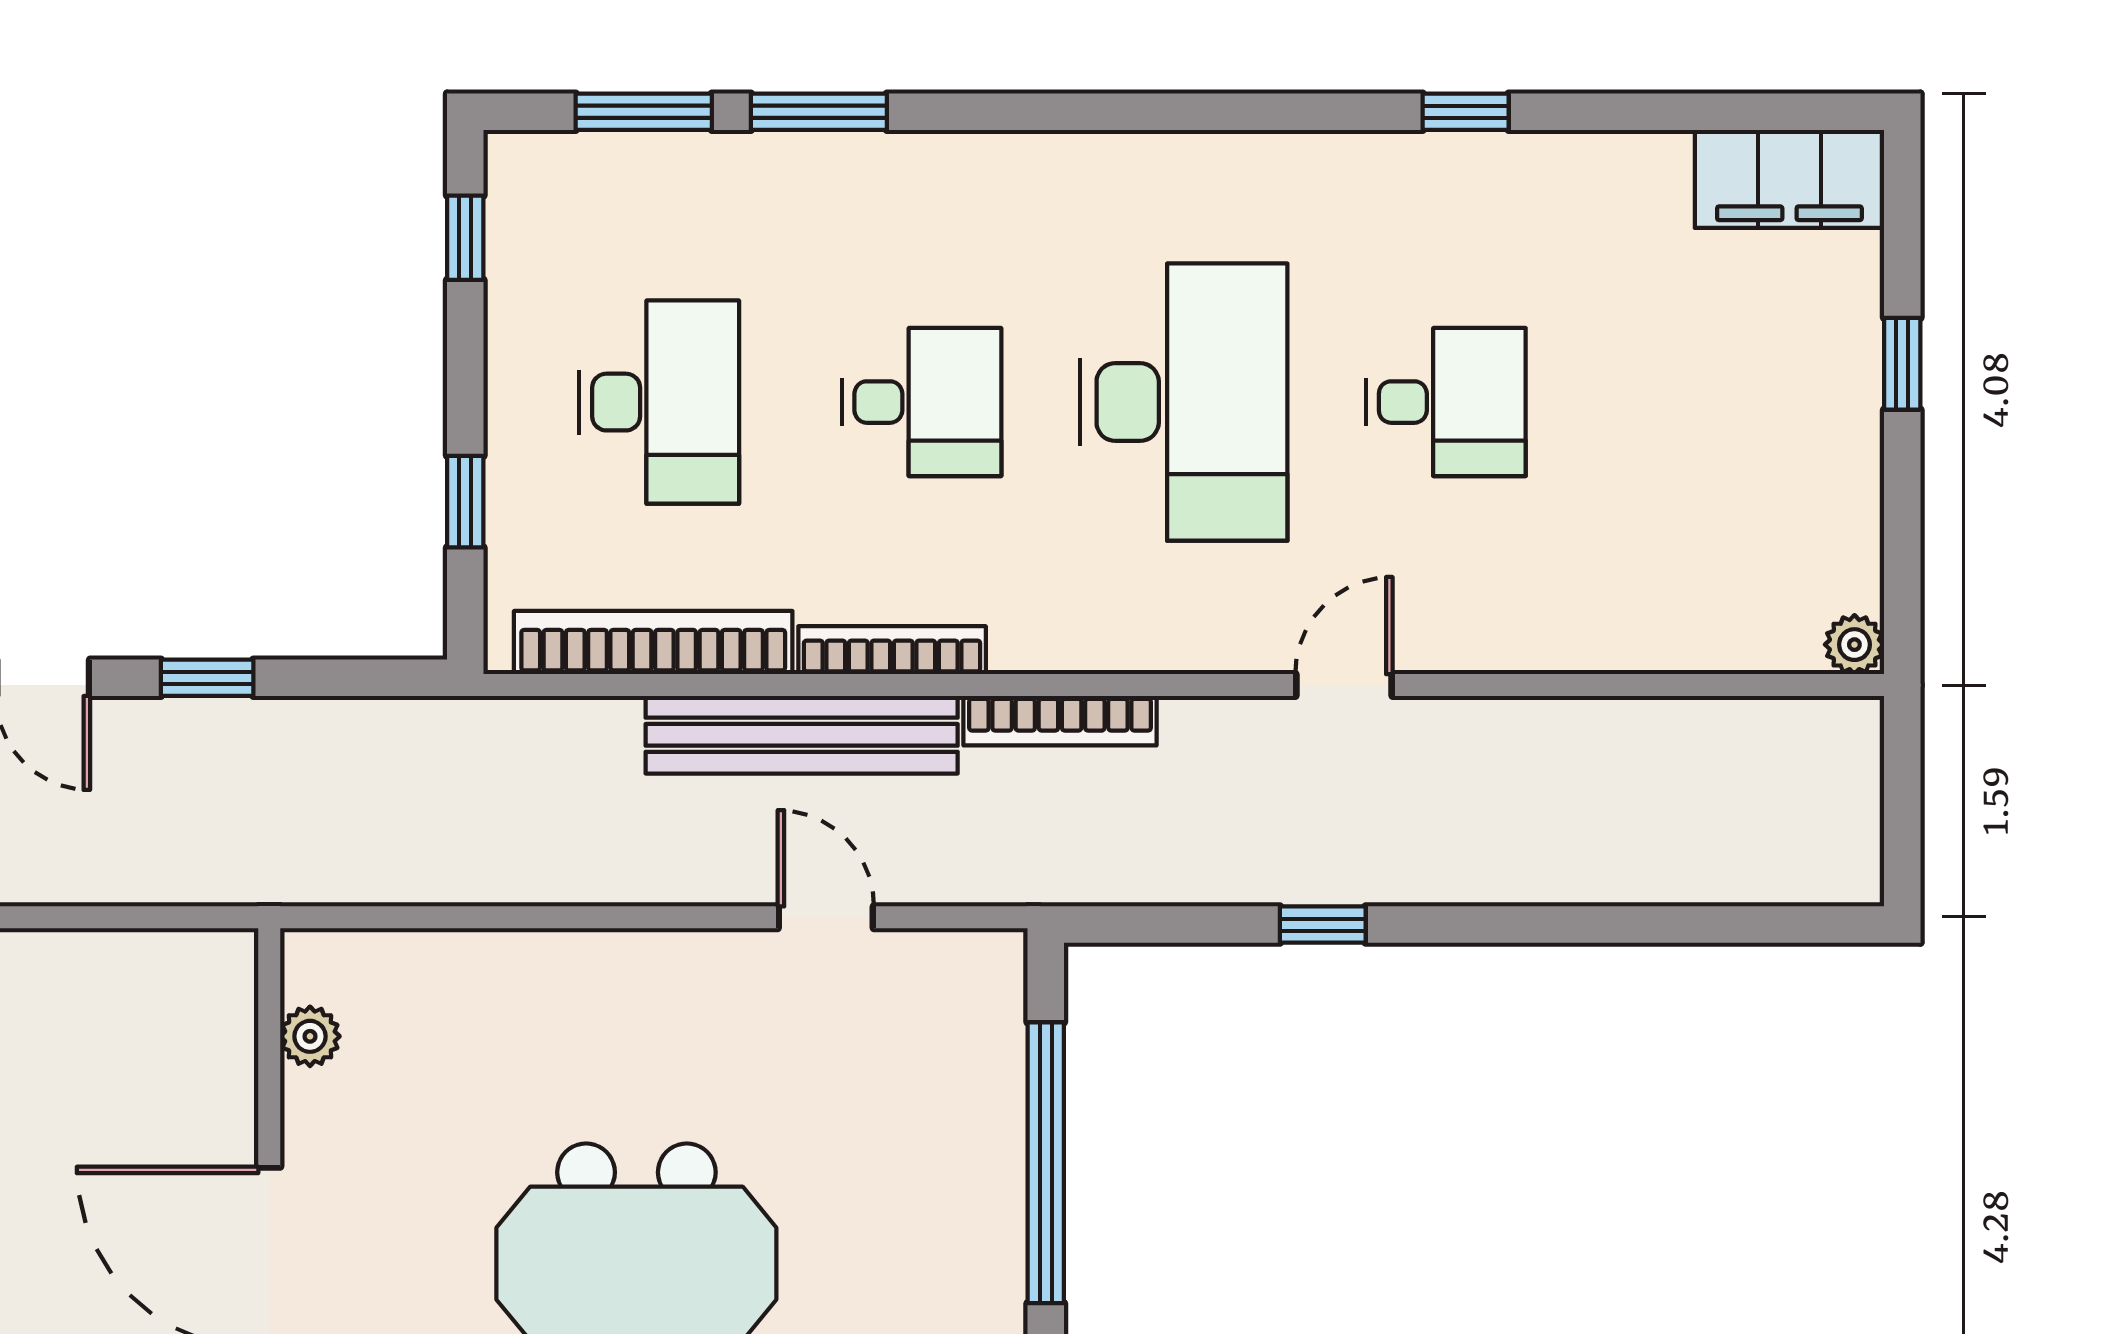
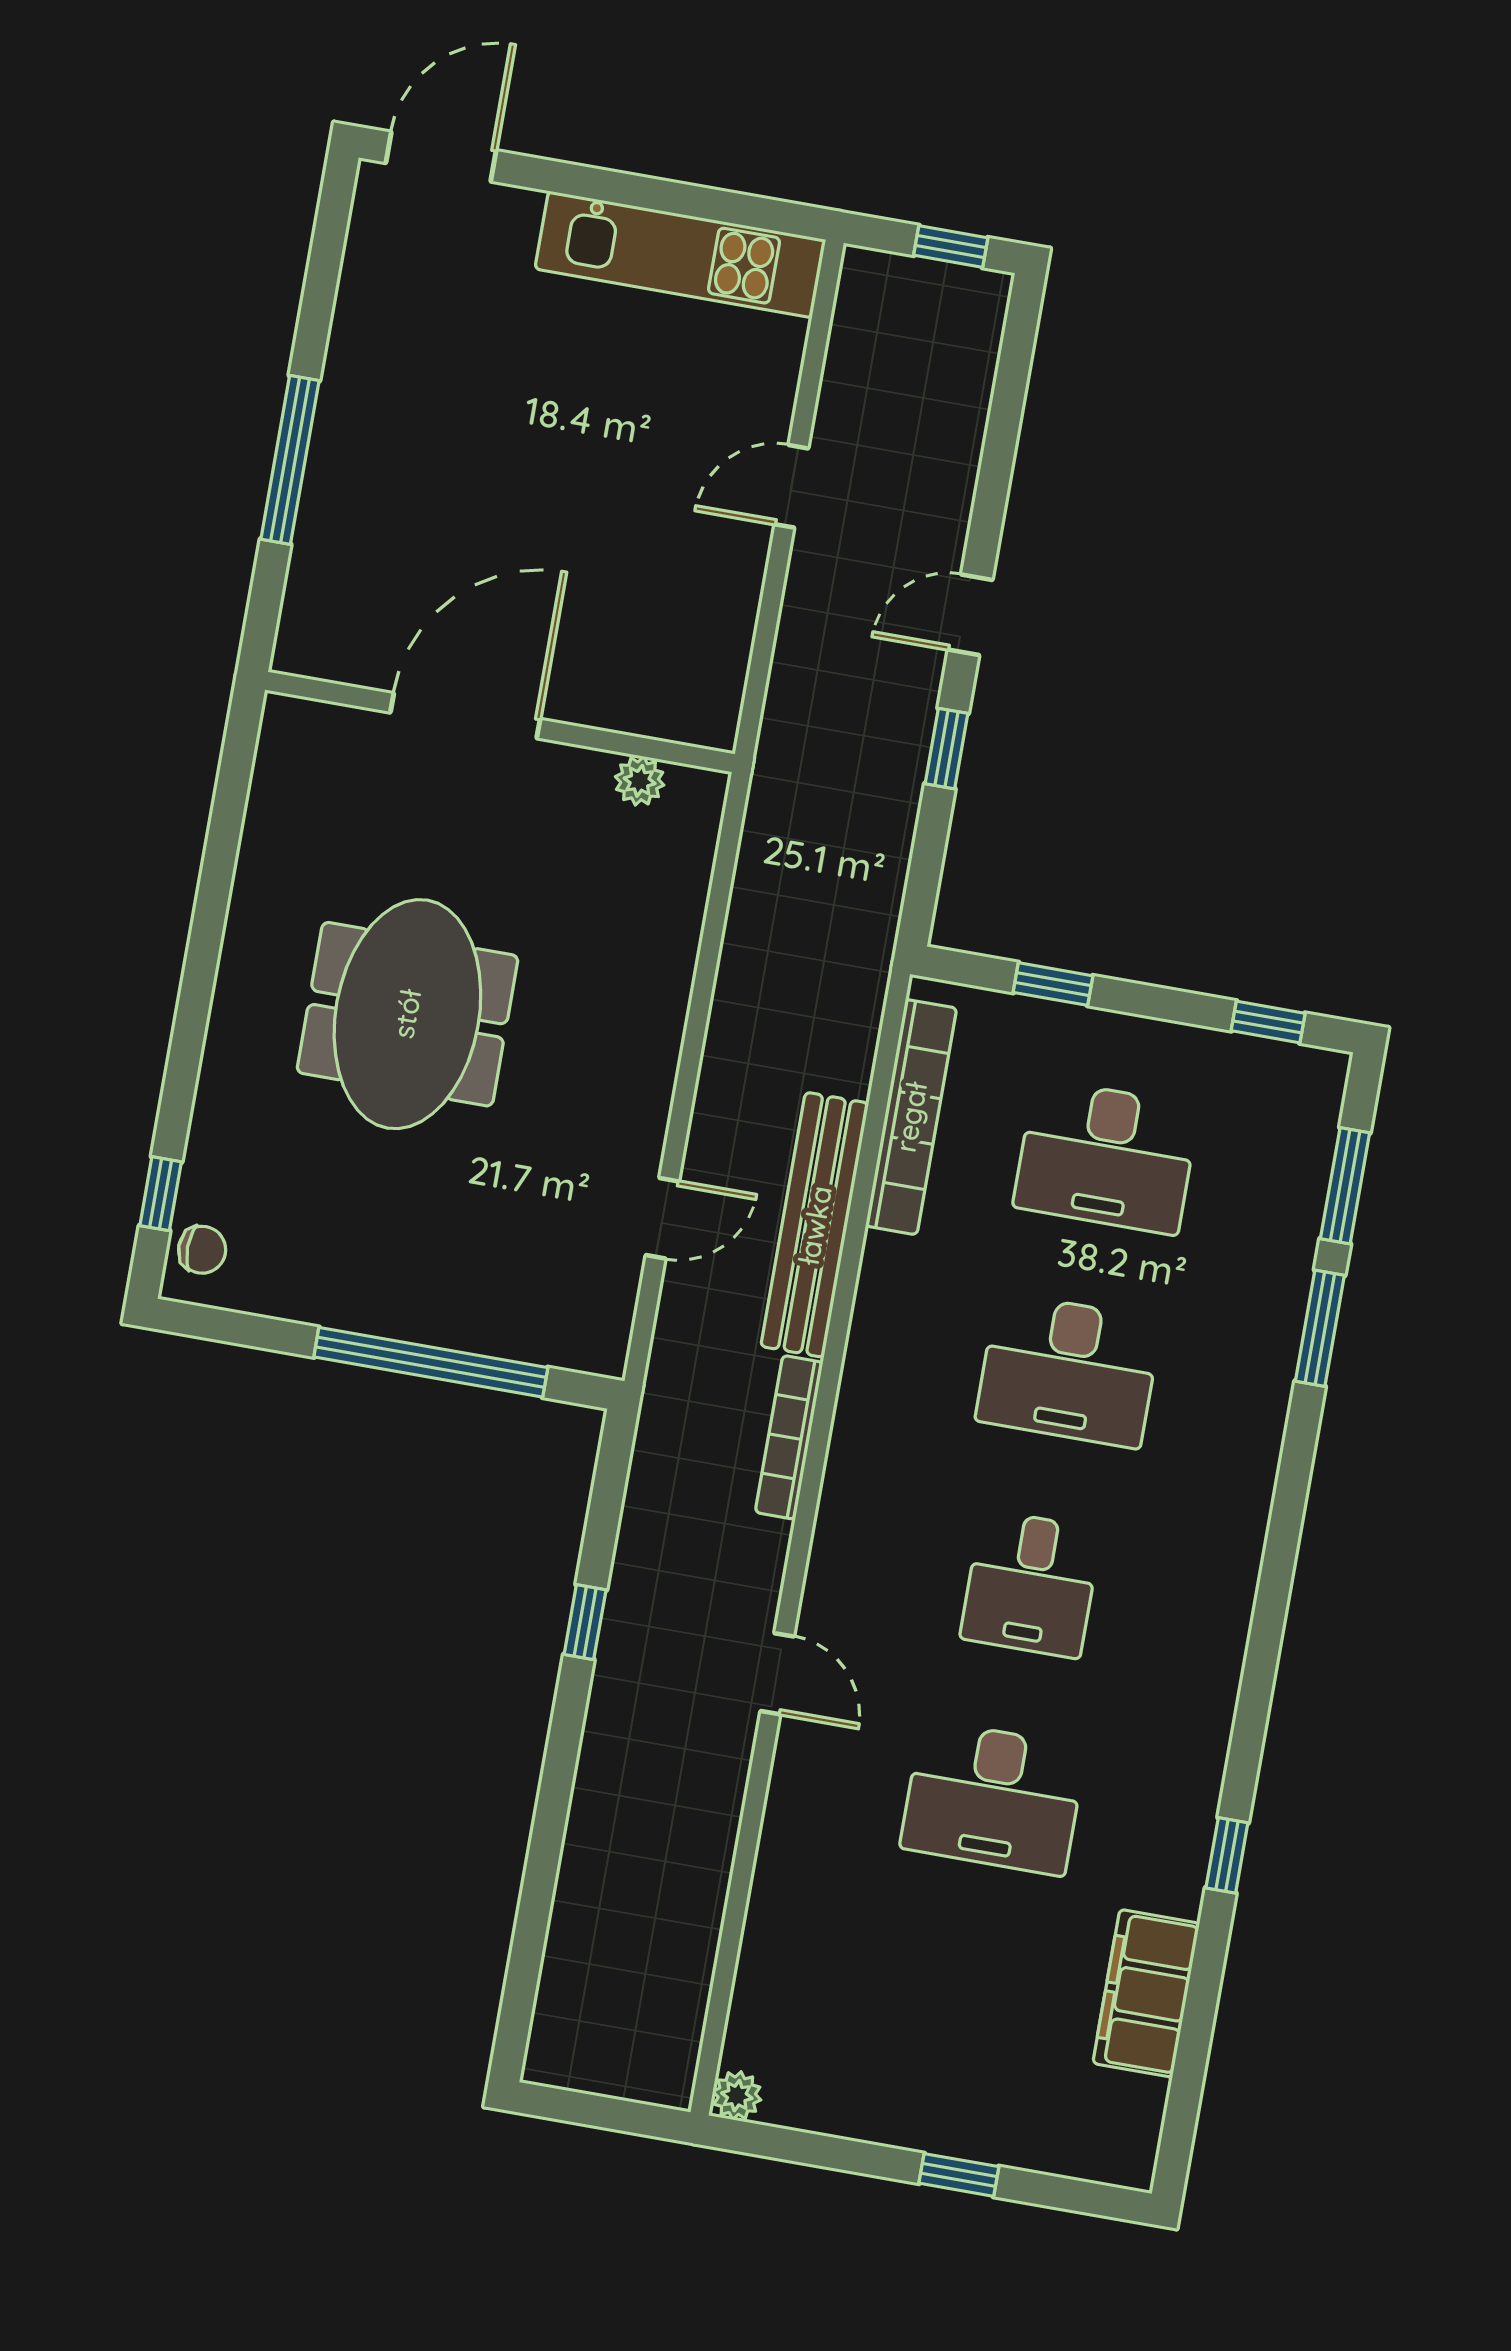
filing cabinet: (1789, 179) -> (1146, 1993), moved
desk: (921, 402) -> (1069, 1370), width x1.37
desk: (1184, 402) -> (1031, 1584), width x0.53, depth x0.77
desk: (1446, 402) -> (993, 1798), width x1.37
bookcase: (892, 650) -> (871, 1311), removed

